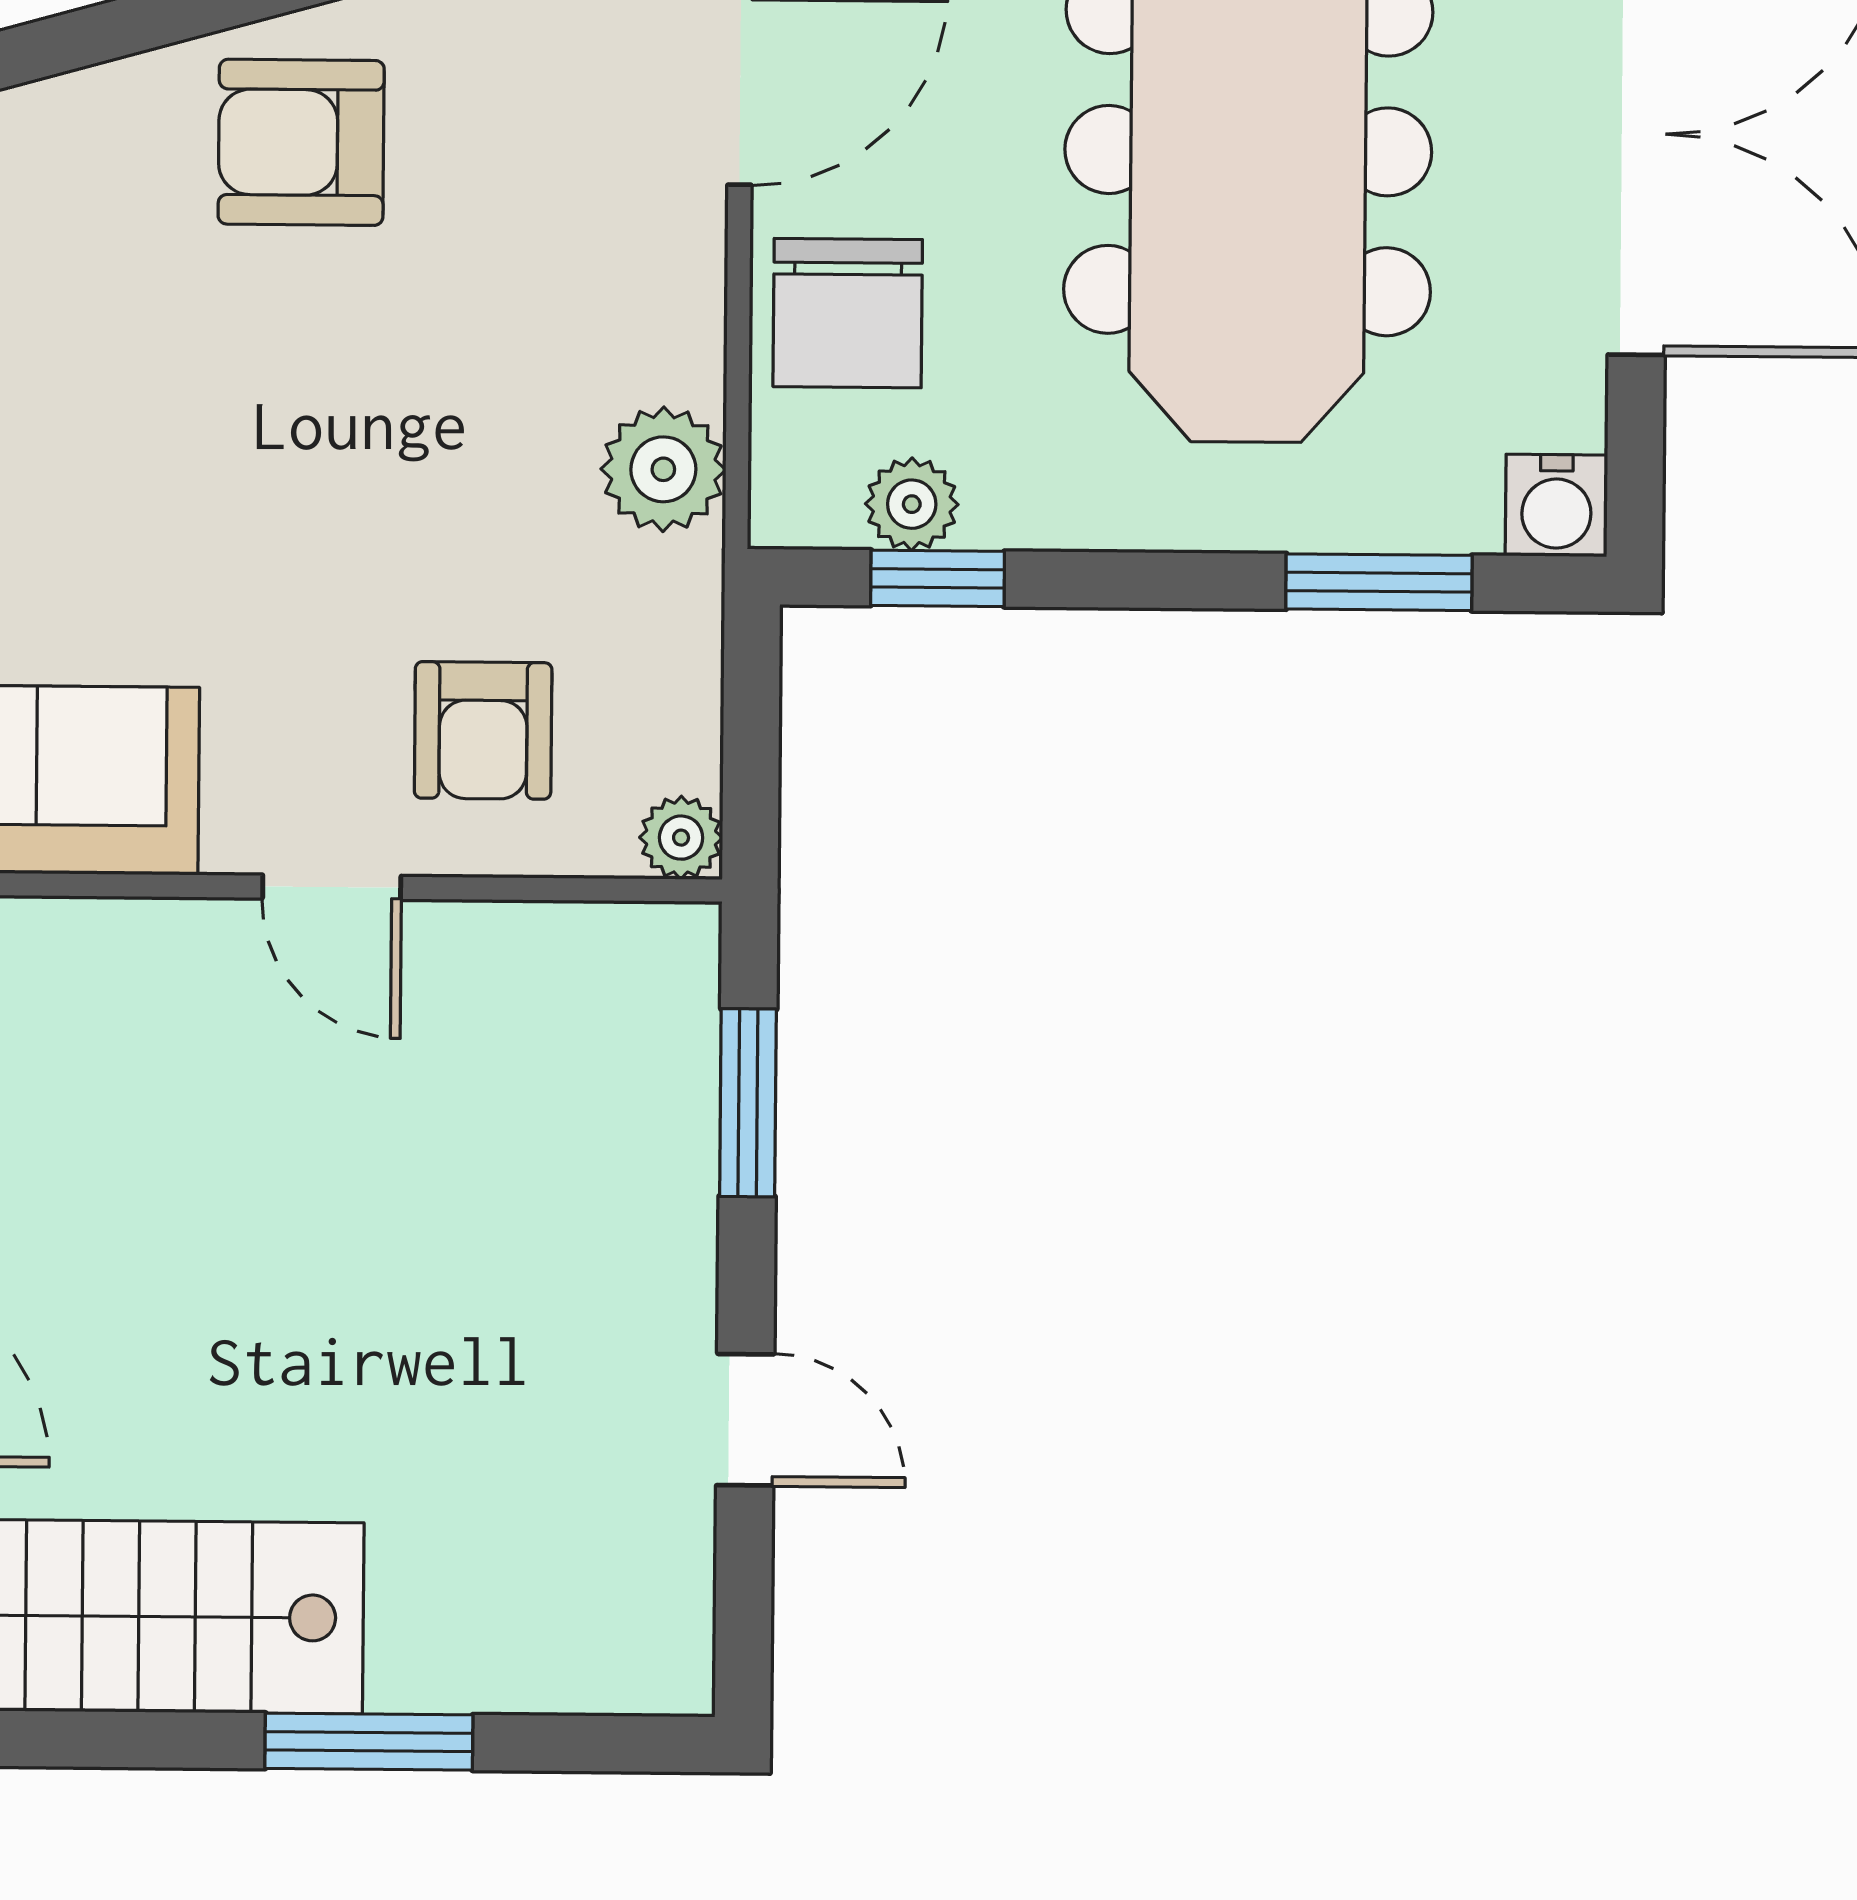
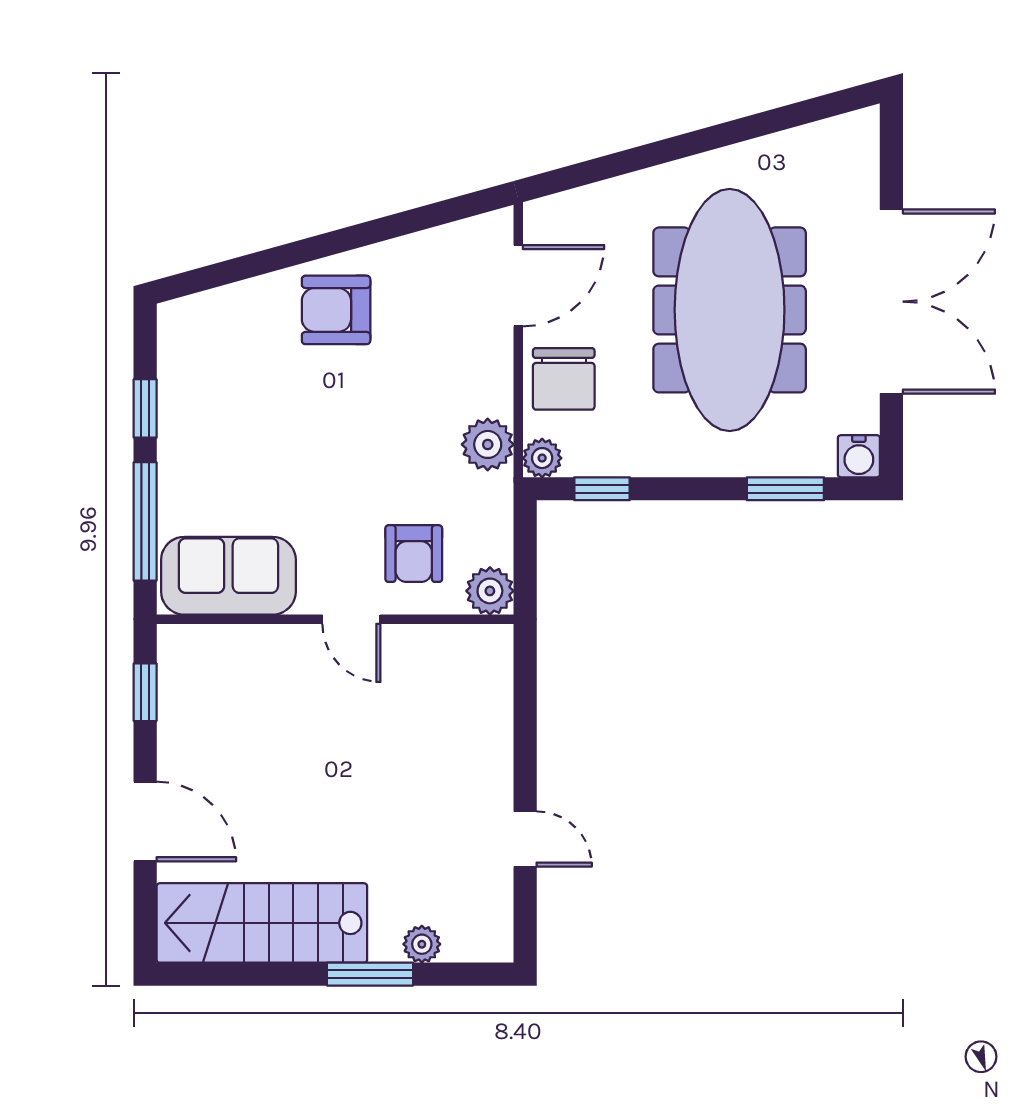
plant: (912, 504) -> (542, 458), moved
plant: (681, 838) -> (490, 591), width x1.38, depth x1.38
window: (748, 1103) -> (525, 707), removed
plant: (494, 1671) -> (422, 944), added

